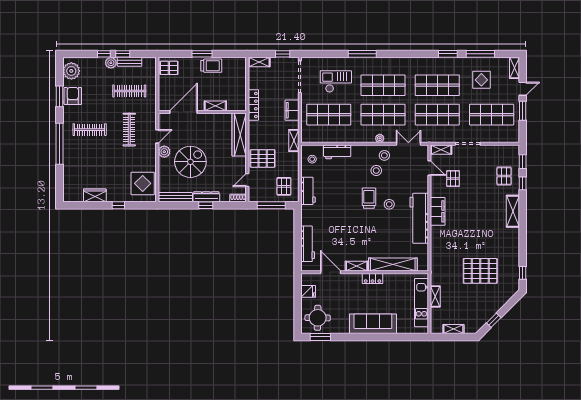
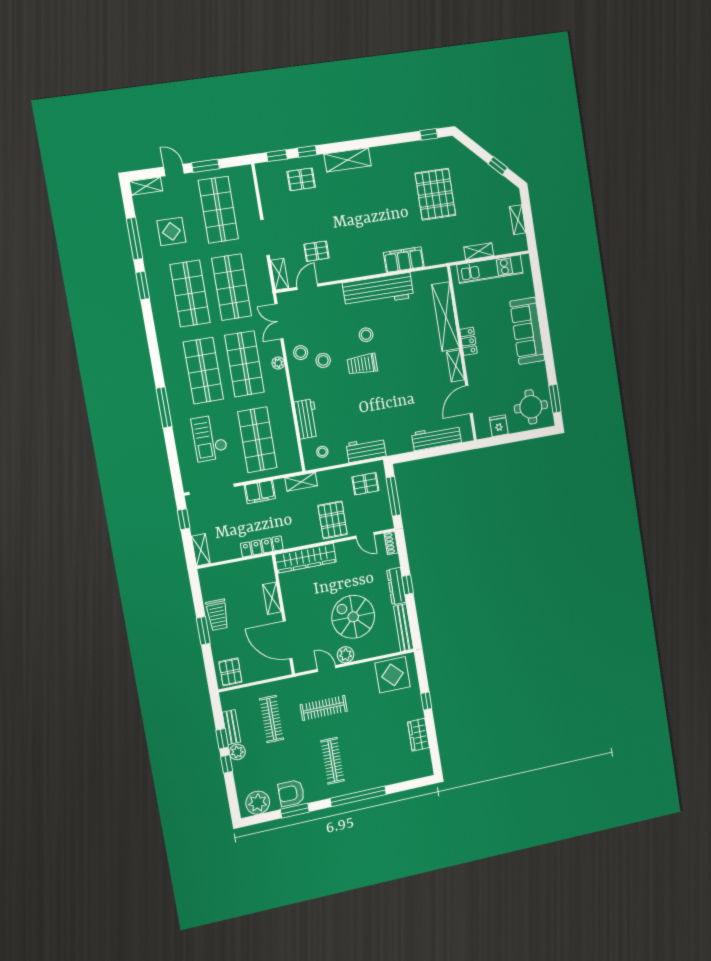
trolley: (211, 66) -> (217, 615), turned 180
filing cabinet: (438, 211) -> (404, 260), moved

